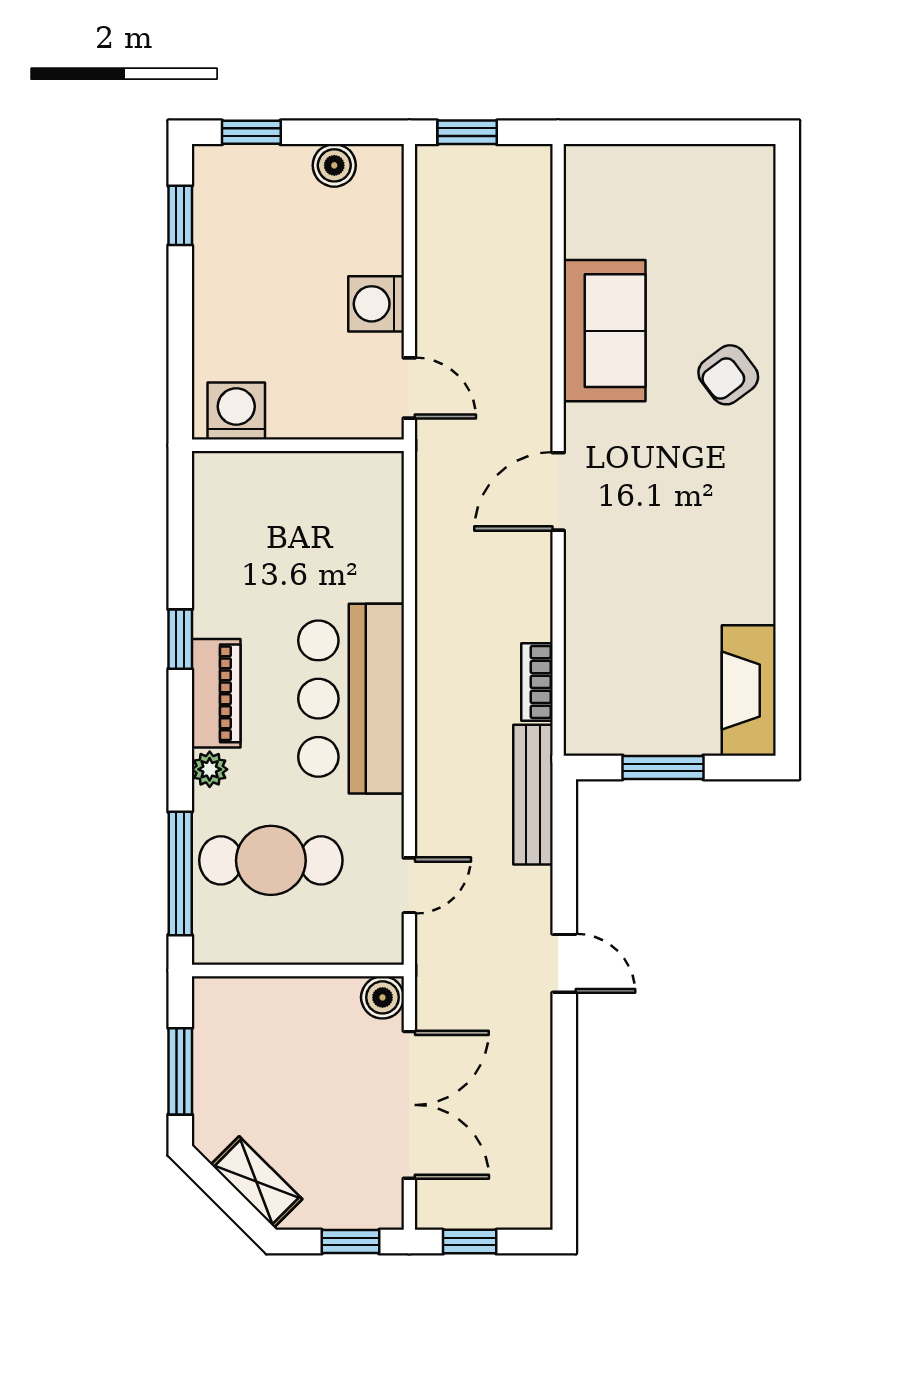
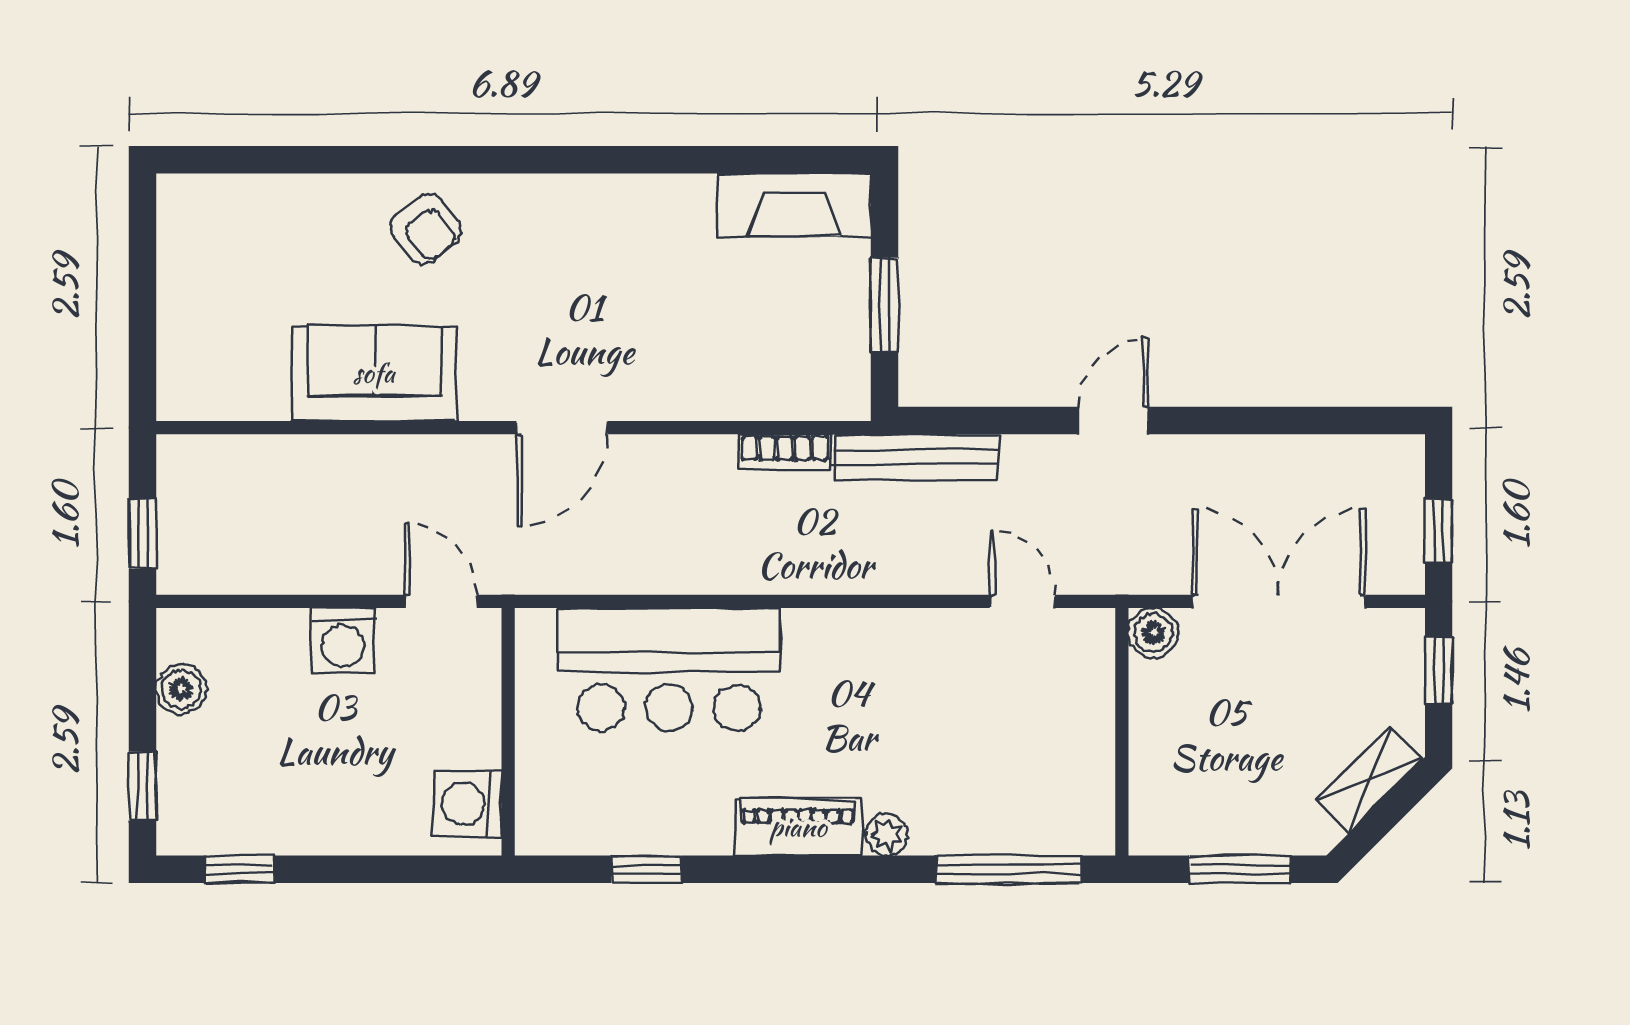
door: (409, 388) -> (441, 601), hinge flipped
door: (558, 491) -> (562, 428), hinge flipped
window: (180, 639) -> (646, 869), moved
bar counter: (351, 699) -> (669, 670), moved
cafe table: (271, 860) -> (993, 763), removed

